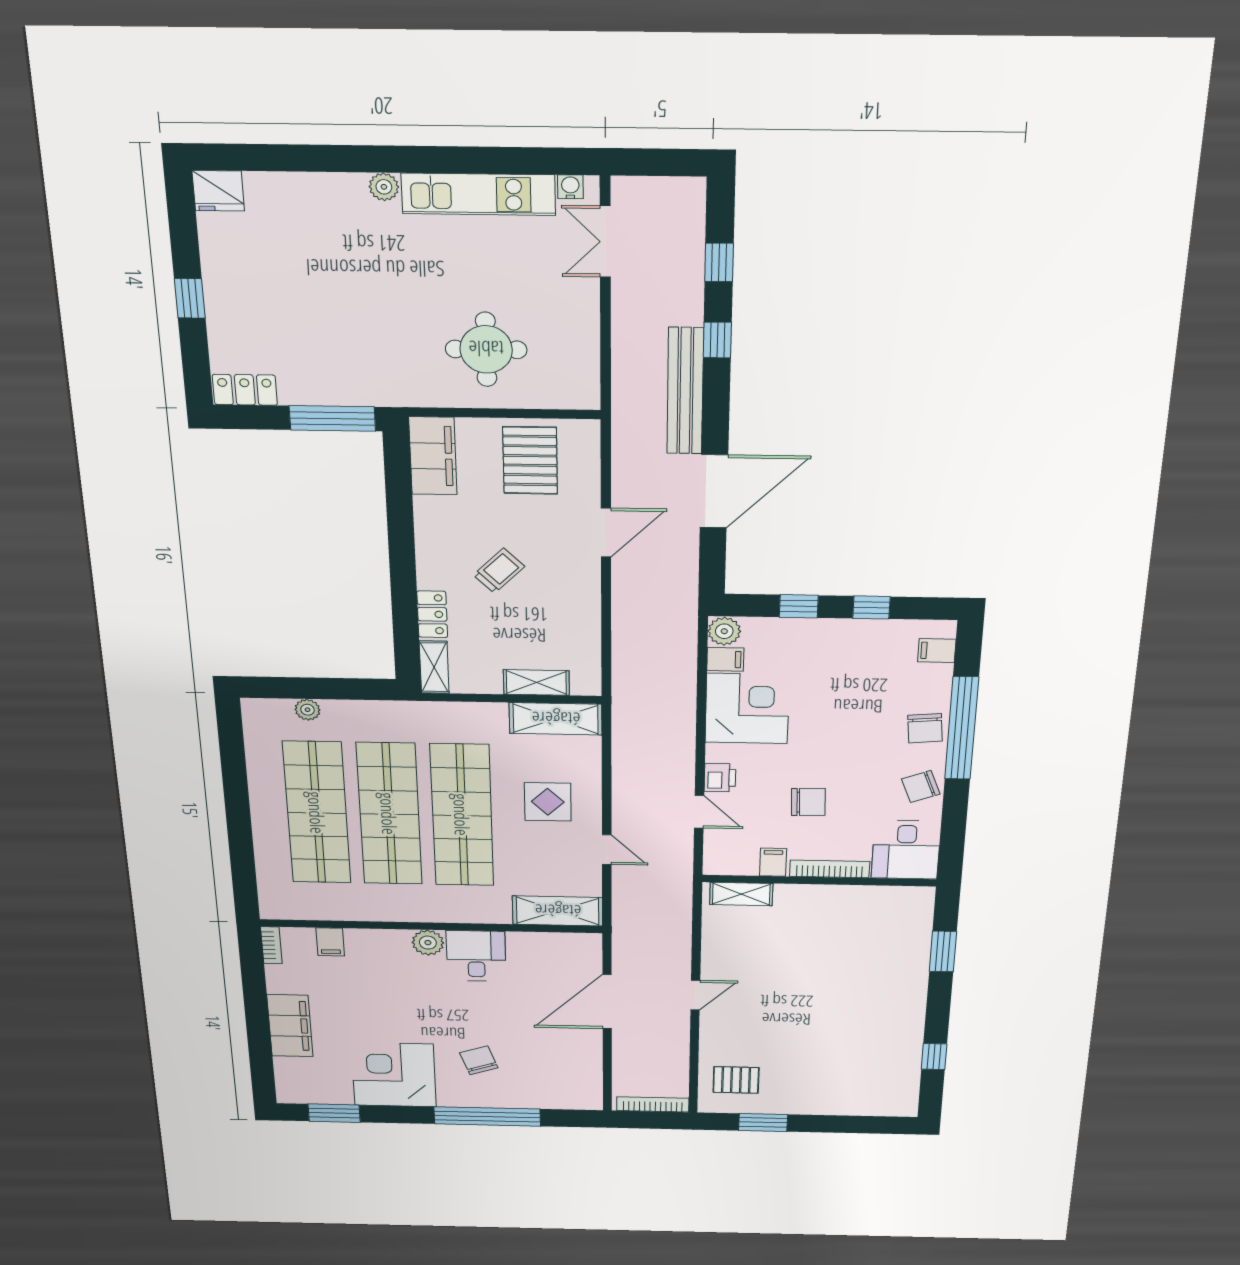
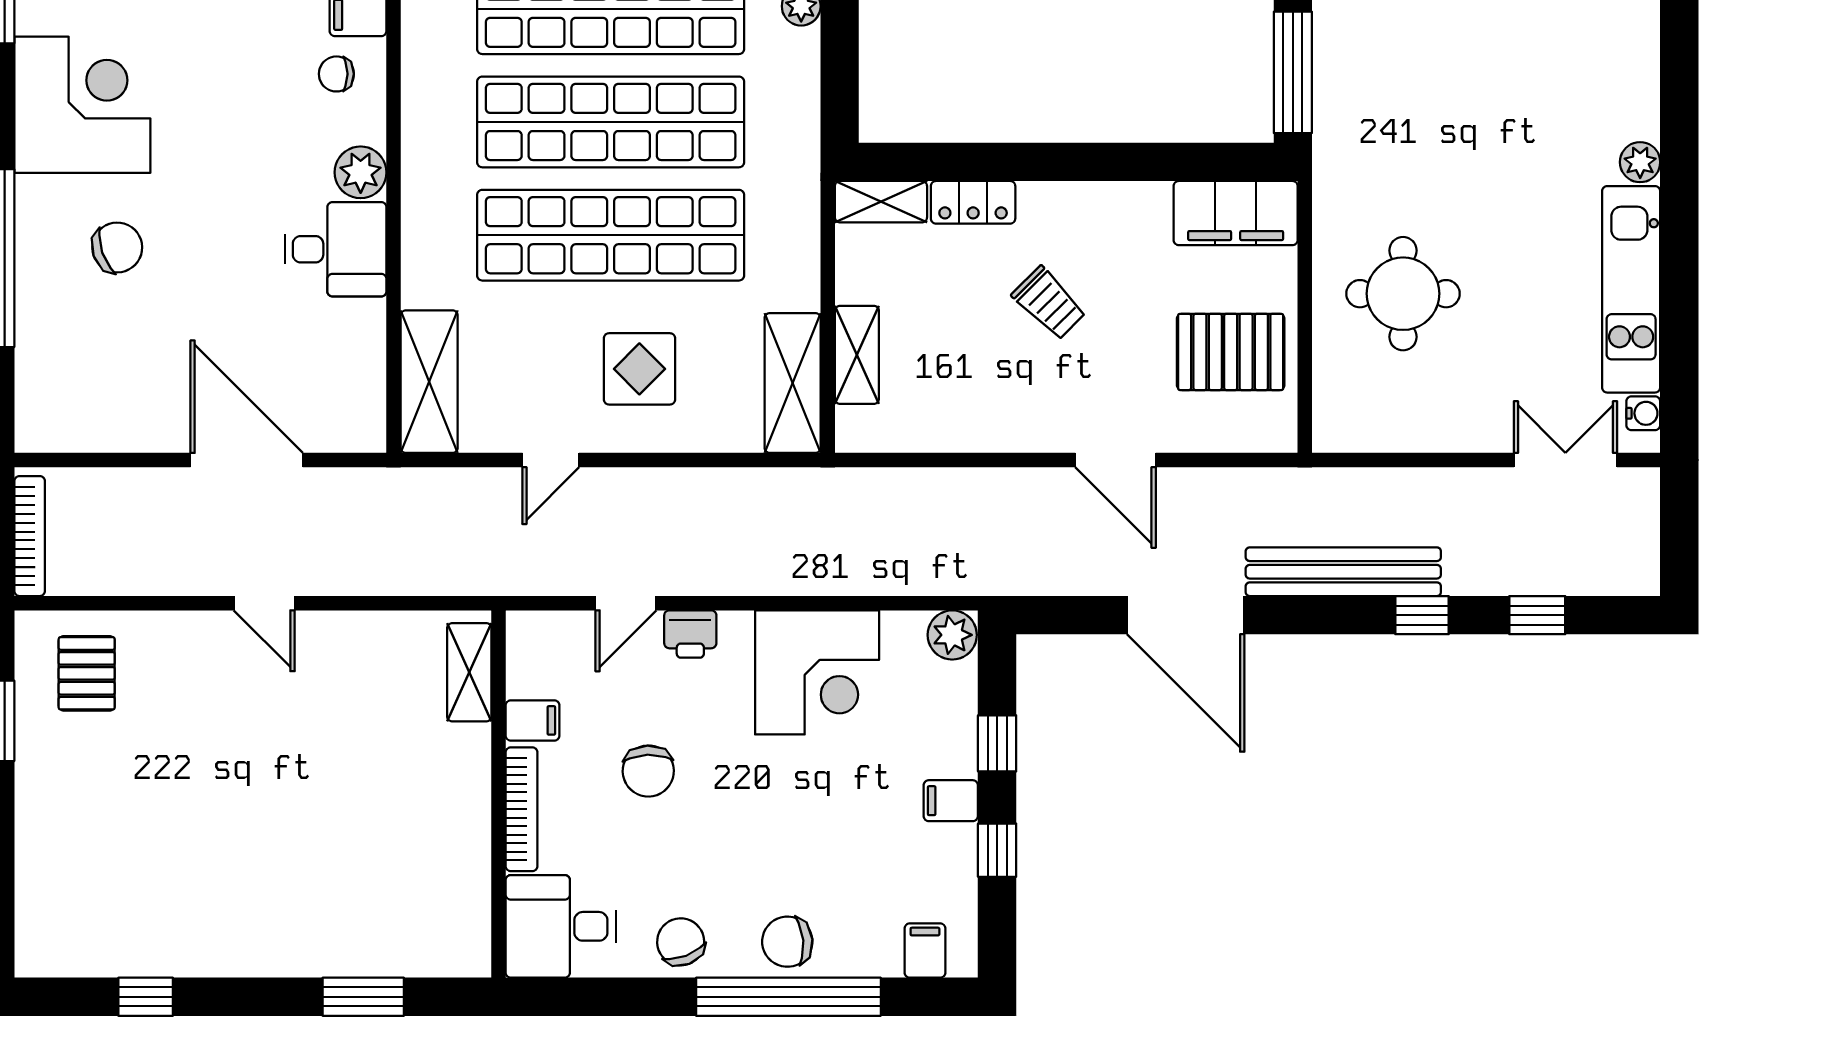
filing cabinet: (725, 659) -> (951, 801), moved, turned 90
chair: (368, 953) -> (336, 74), added

